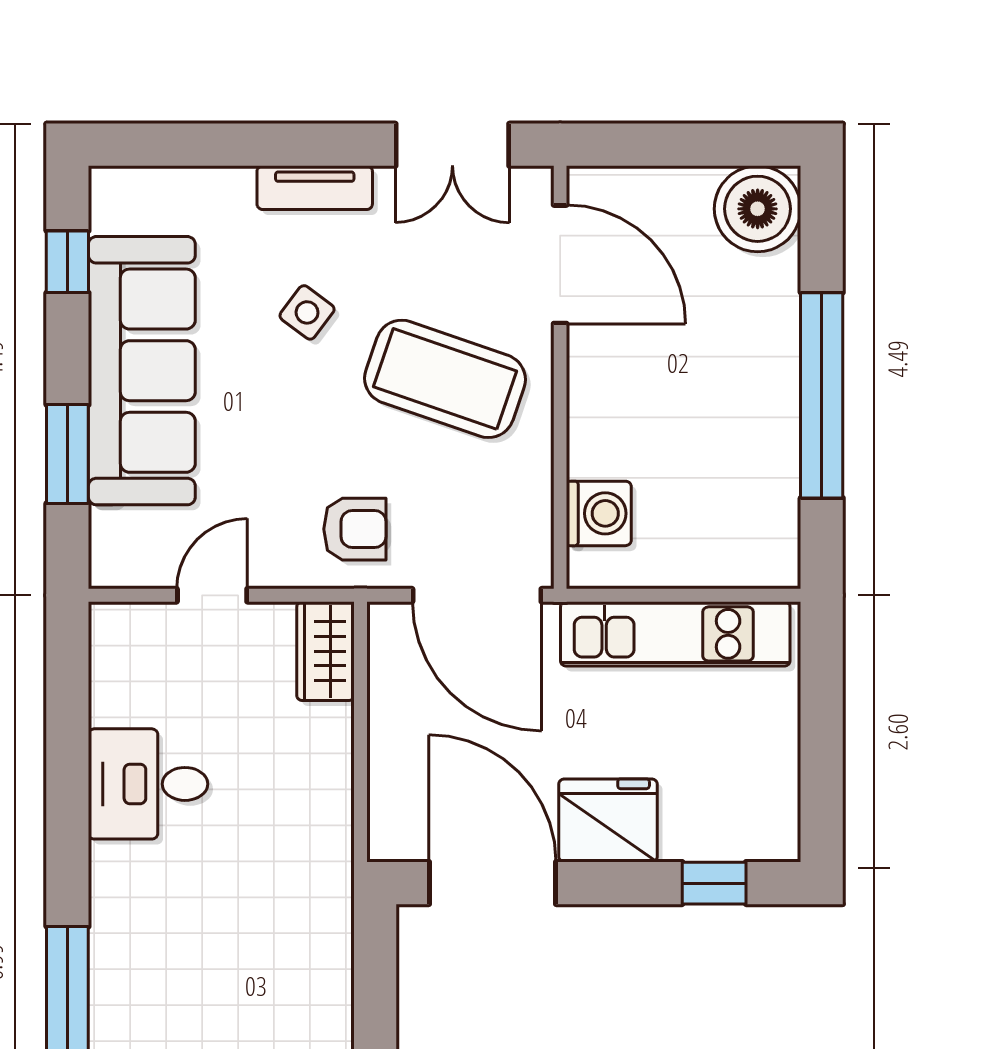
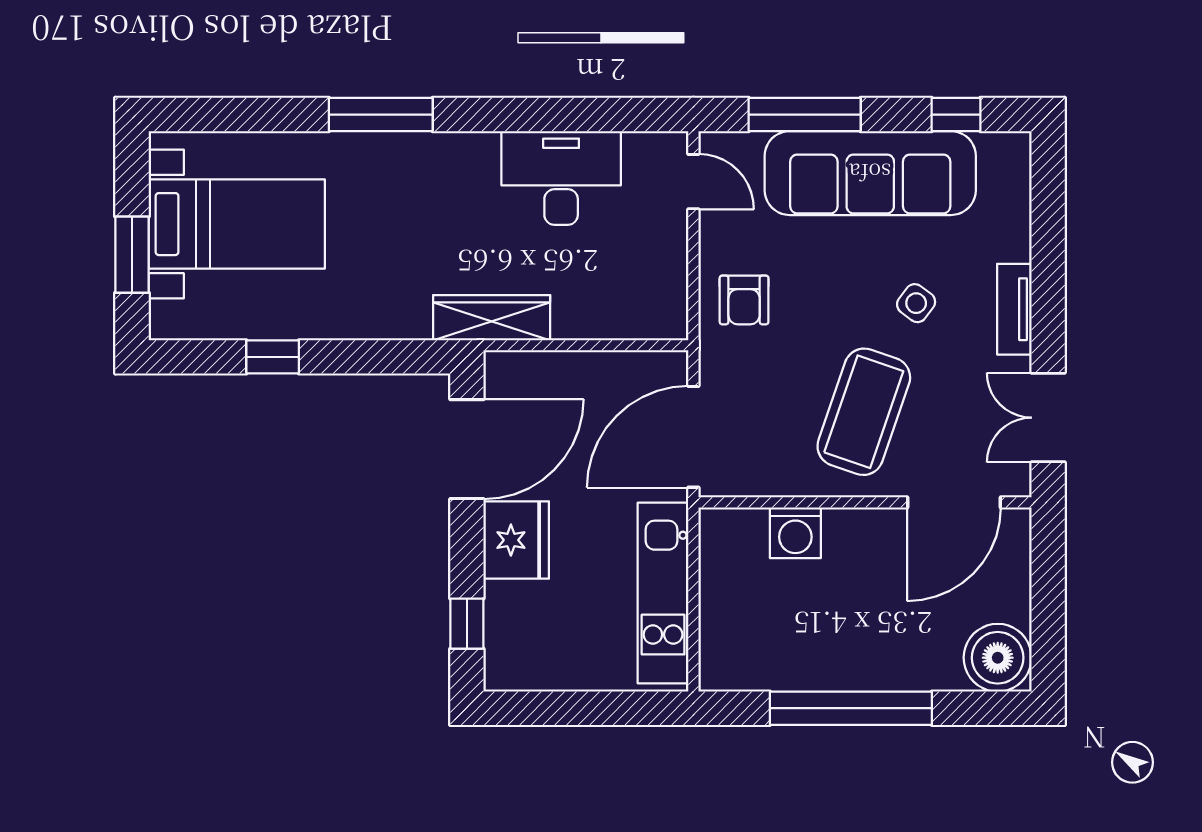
window: (67, 454) -> (805, 115), width x1.44
washing machine: (599, 513) -> (795, 533), moved
armchair: (355, 529) -> (744, 300), moved
door: (212, 595) -> (693, 182), moved
wardrobe: (325, 651) -> (492, 318), moved, width x1.50
desk: (148, 784) -> (561, 178), width x1.37

